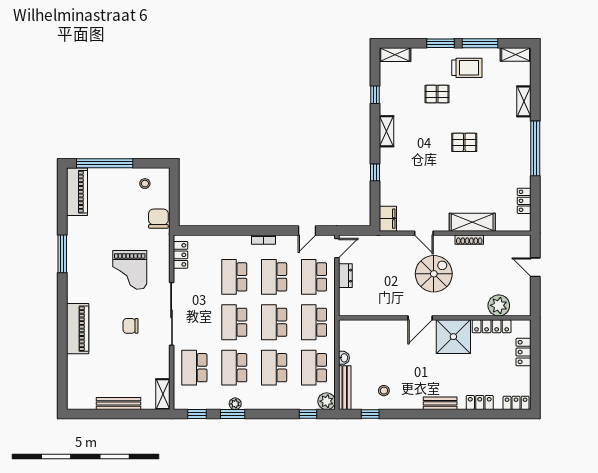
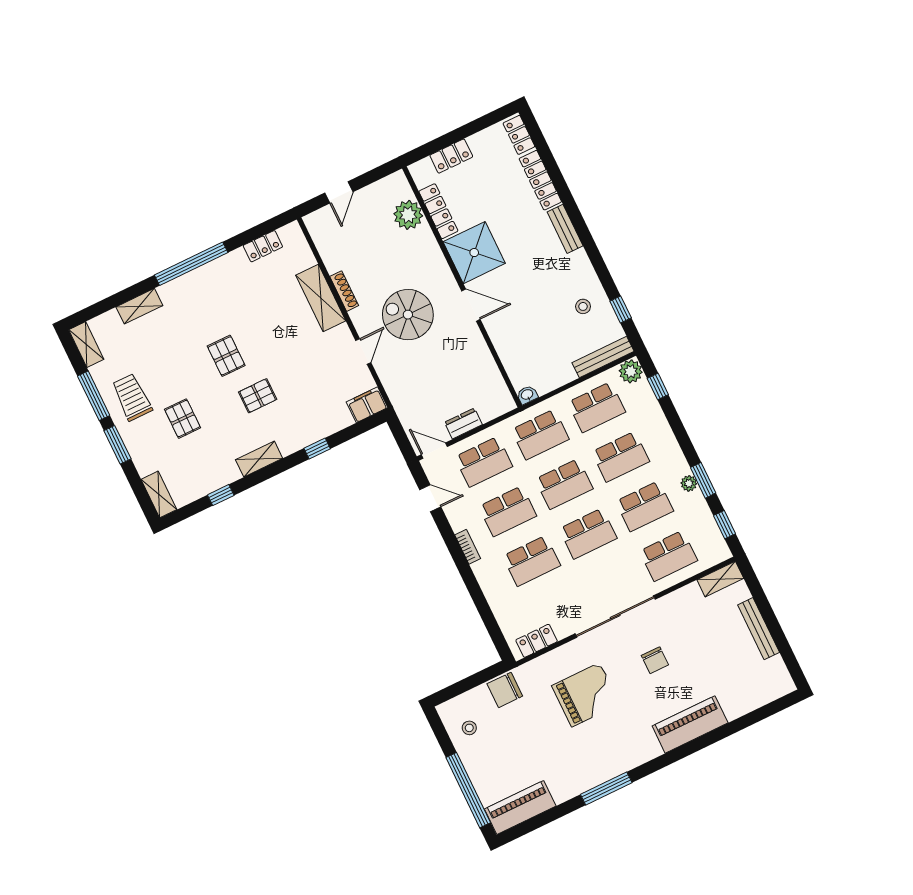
pallet: (428, 150) -> (258, 396), added
washbasin: (344, 358) -> (527, 395), moved
locker: (480, 403) -> (540, 180), width x1.53

